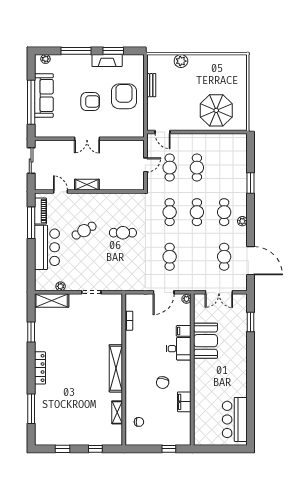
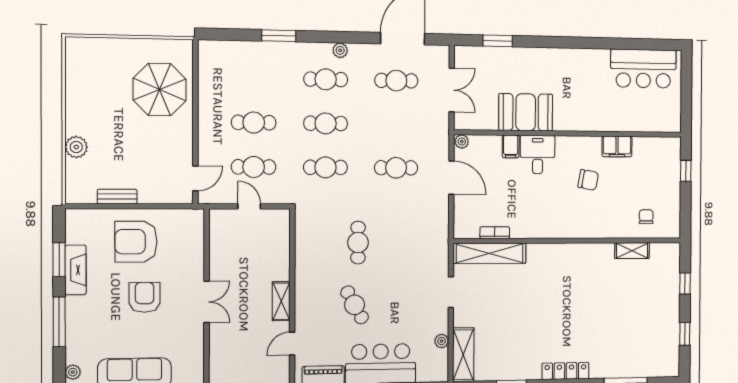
shelving: (116, 368) -> (490, 253), moved

